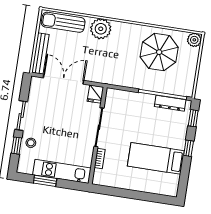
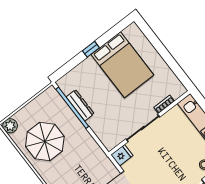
dresser: (170, 103) -> (80, 105), moved
window: (193, 118) -> (66, 68), removed
bed: (156, 158) -> (122, 65), width x1.50

